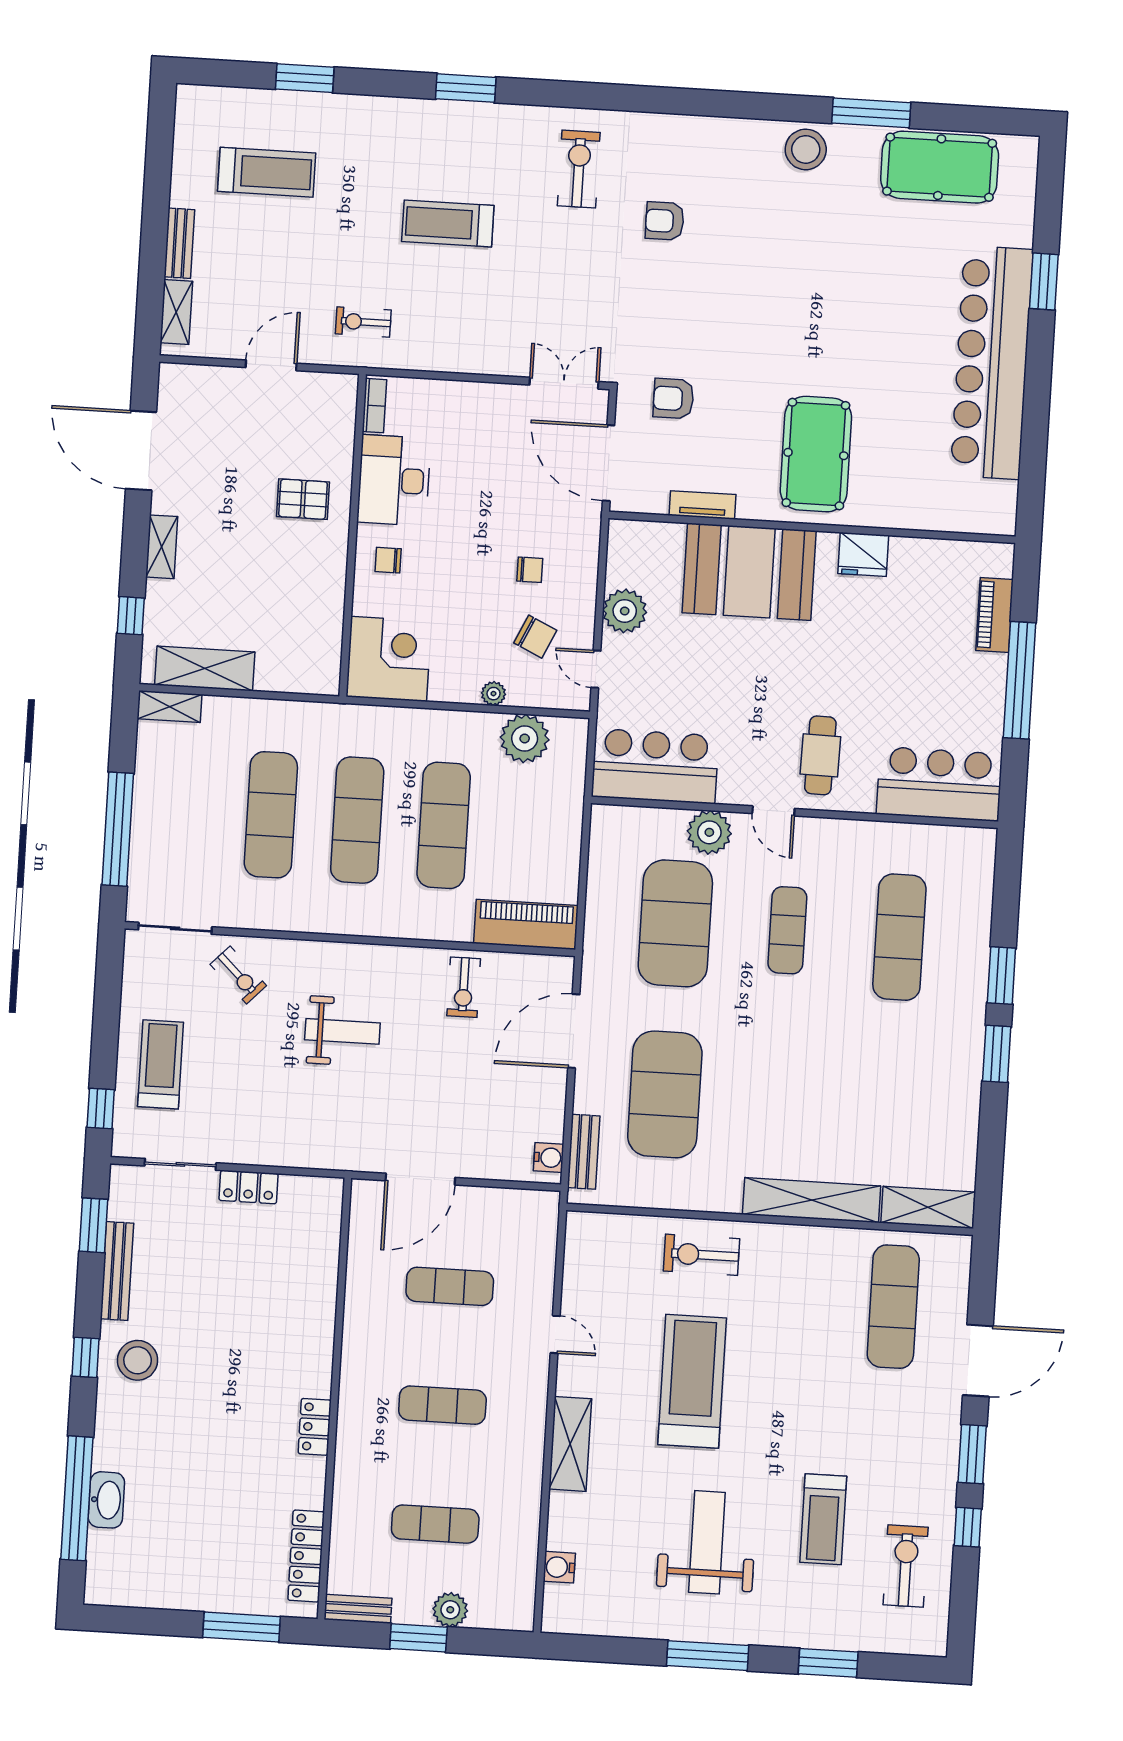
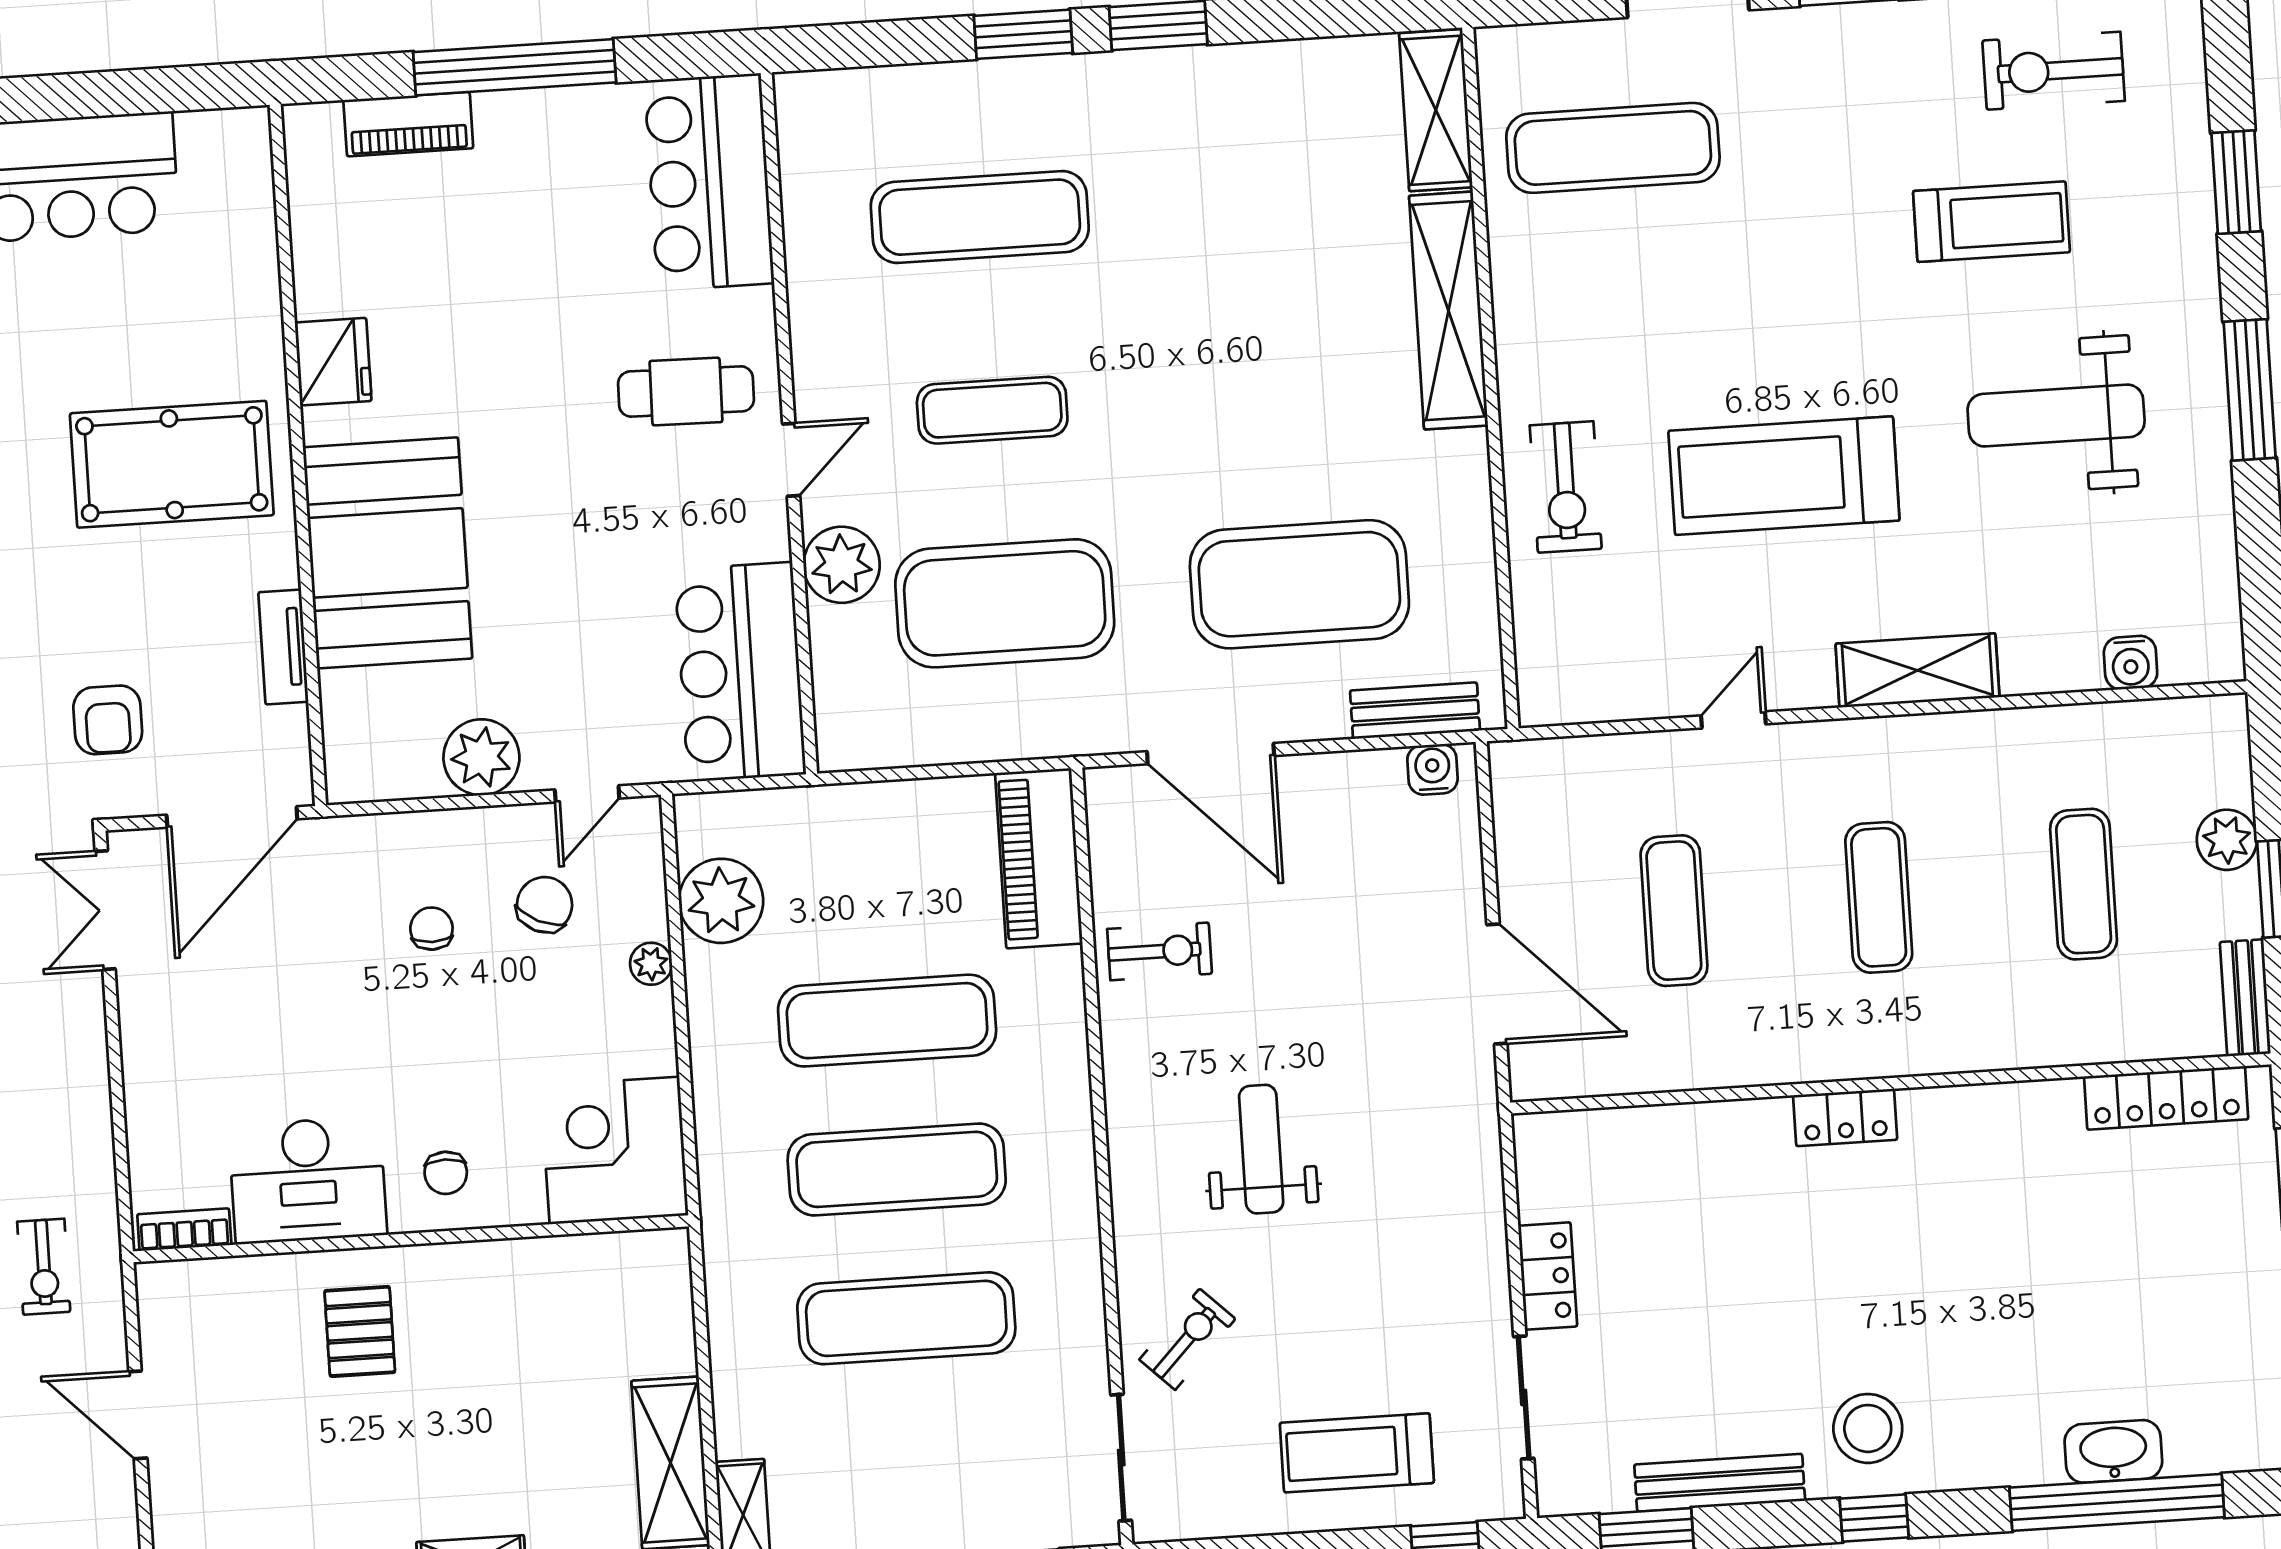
locker: (315, 1427) -> (1845, 1118), moved

